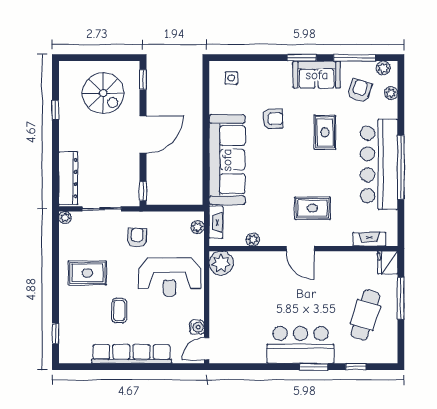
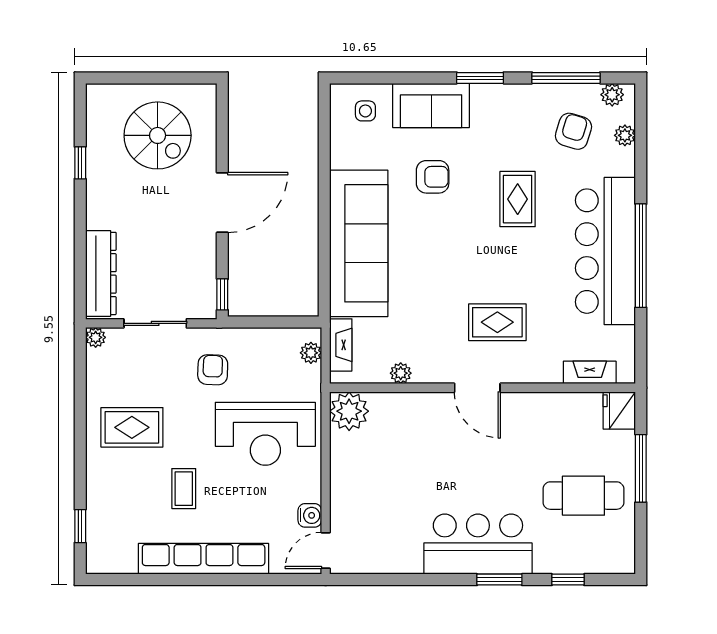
sofa: (317, 75) -> (431, 105), moved
window: (143, 80) -> (222, 114), removed
cafe table: (365, 315) -> (583, 496), turned 73

